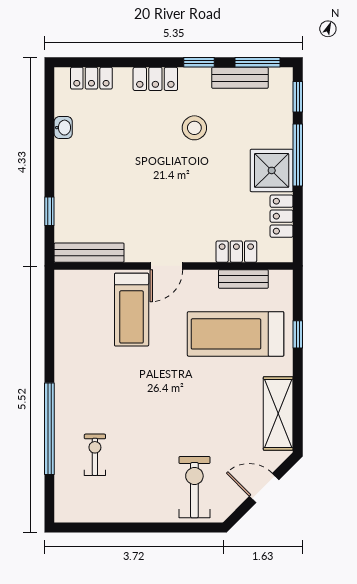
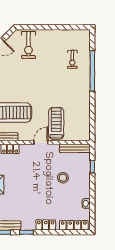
locker: (91, 78) -> (74, 225), width x1.53
stool: (194, 128) -> (63, 178), moved

